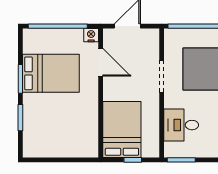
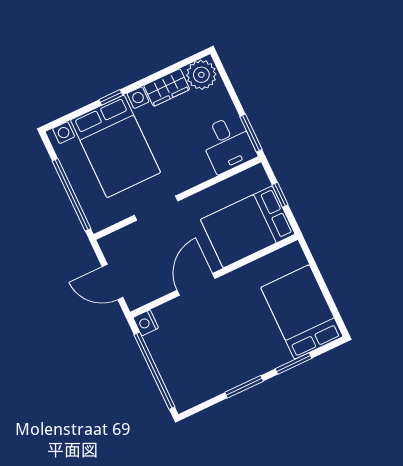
door: (101, 62) -> (196, 284), moved
bed: (51, 73) -> (302, 312), moved
desk: (181, 125) -> (228, 144), moved

